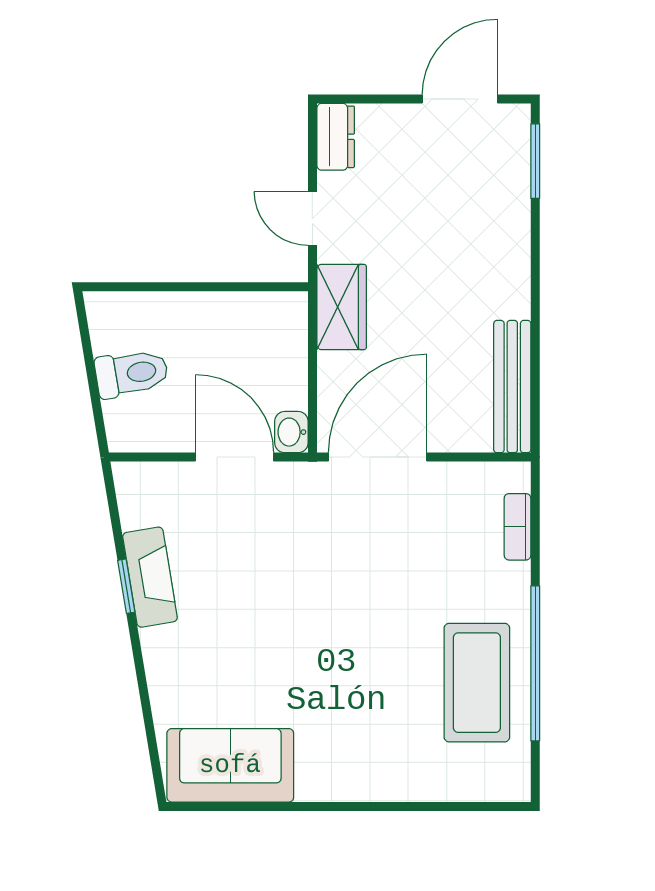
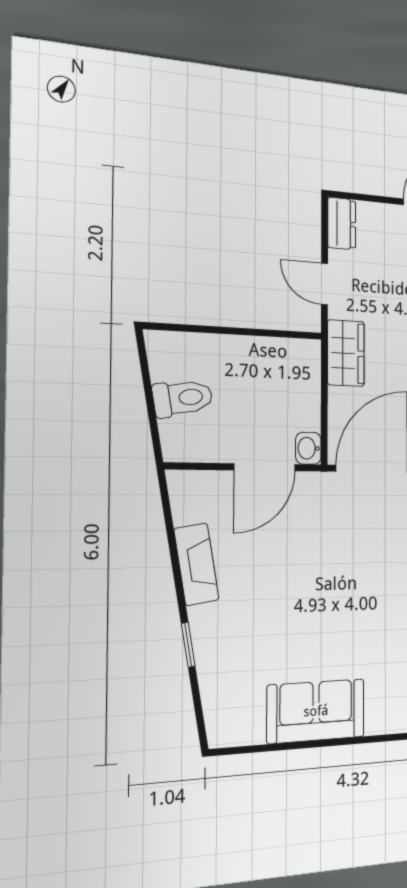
door: (235, 457) -> (265, 467), swing flipped
window: (126, 586) -> (188, 645), moved
sofa: (230, 765) -> (316, 711), moved

